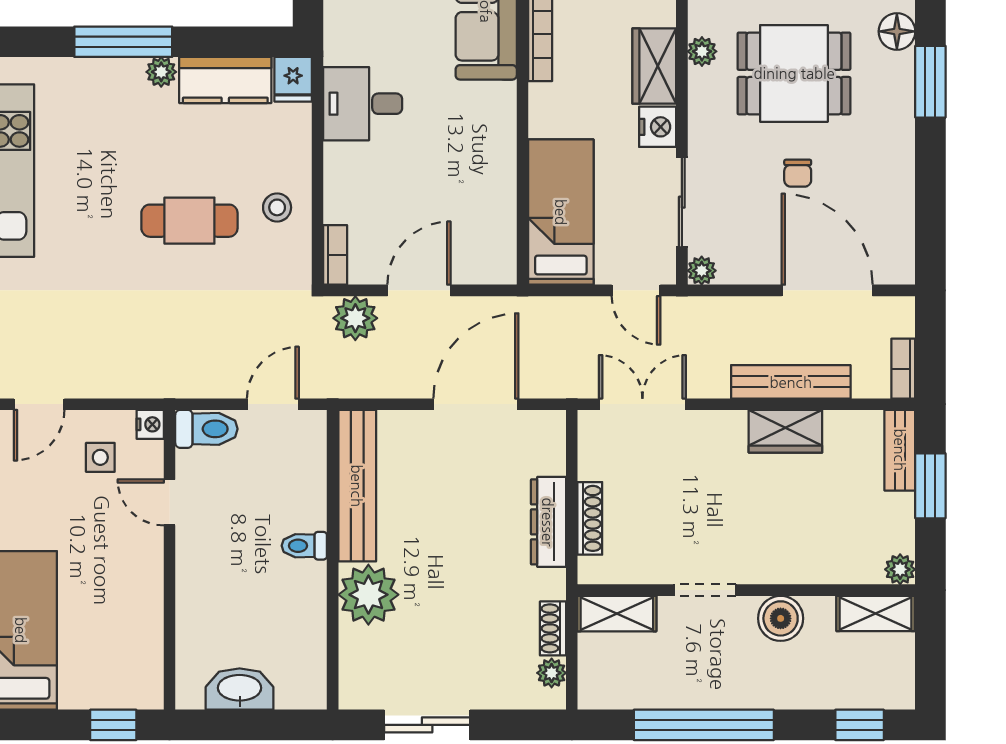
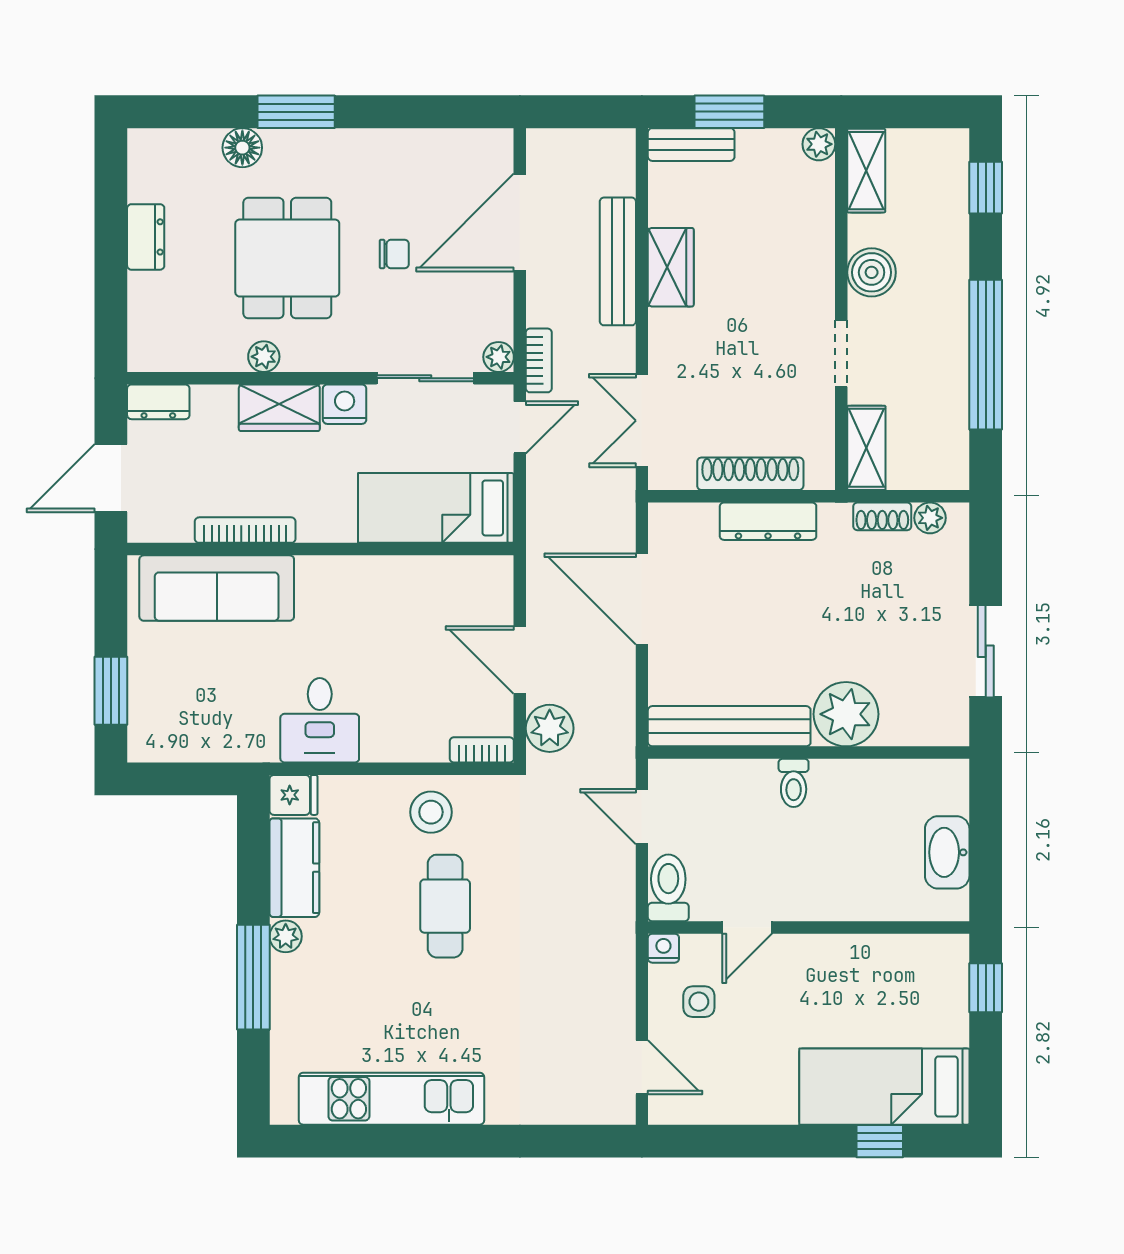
stool: (277, 207) -> (431, 812), width x1.37, depth x1.37
bookcase: (903, 369) -> (539, 360), moved, turned -90
shoe rack: (590, 518) -> (750, 474), width x1.36, depth x1.24

